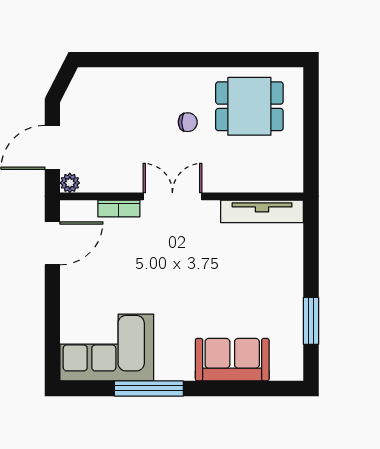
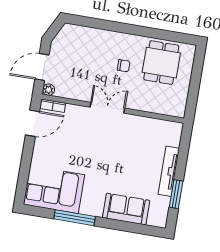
dining table: (249, 106) -> (161, 63), turned 90
bookcase: (119, 209) -> (53, 106), moved
tv unit: (262, 211) -> (169, 171), moved, turned 90

